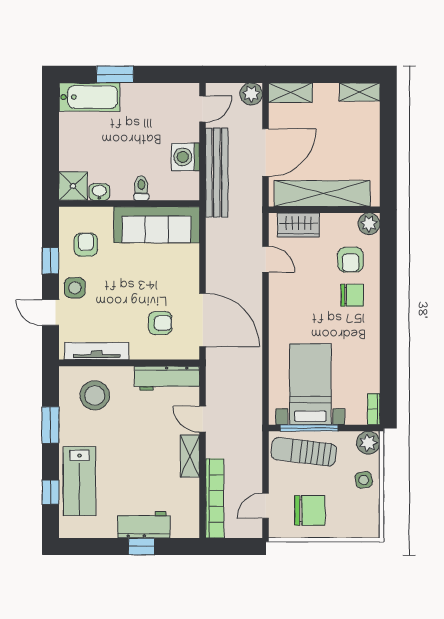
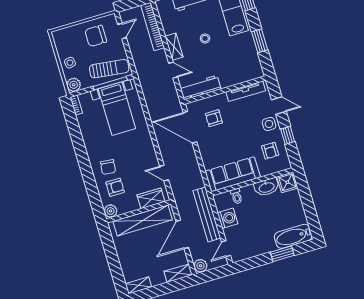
toilet: (141, 188) -> (236, 196), moved
washbasin: (99, 192) -> (266, 187), width x1.91, depth x1.45
armchair: (350, 260) -> (115, 187), turned 90
chair: (352, 295) -> (108, 167), turned -84
stool: (95, 395) -> (205, 38), moved, width x0.53, depth x0.53

